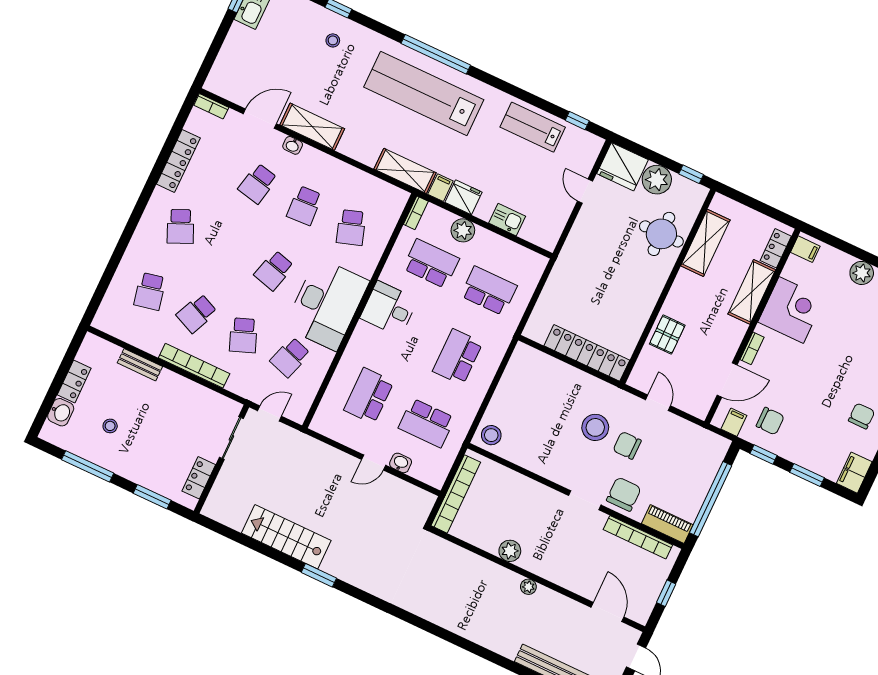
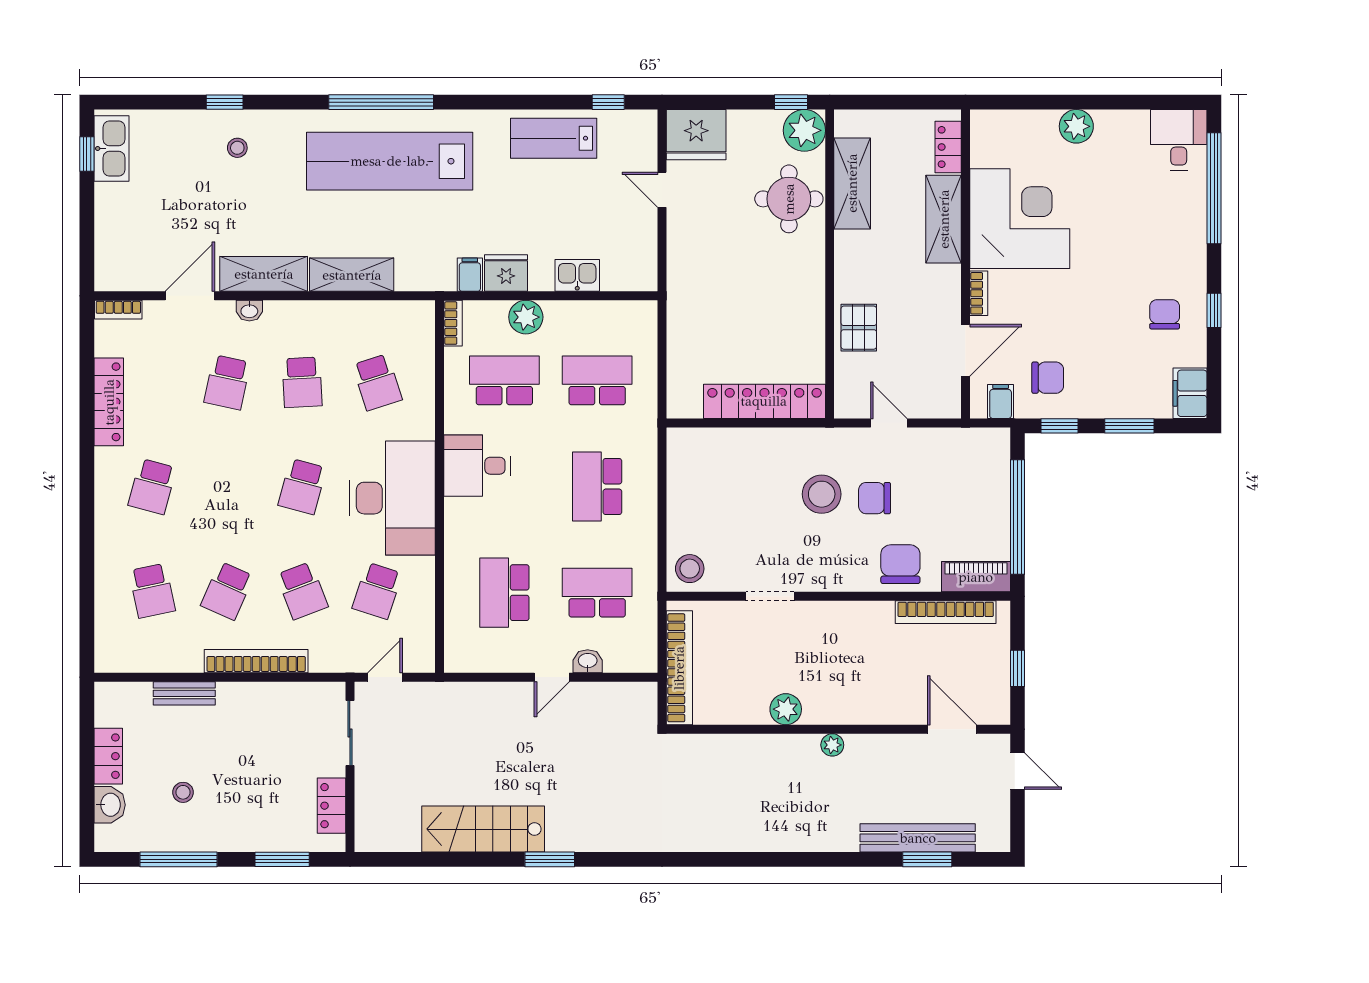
shelving: (405, 171) -> (352, 275), moved
plant: (657, 180) -> (804, 130), moved
school desk: (181, 226) -> (152, 487), turned 39
filing cabinet: (805, 249) -> (988, 130), removed
corner desk: (791, 310) -> (1020, 219), width x1.36, depth x1.36
school desk: (427, 423) -> (597, 593), turned 180
doorway: (585, 500) -> (770, 596), moved

